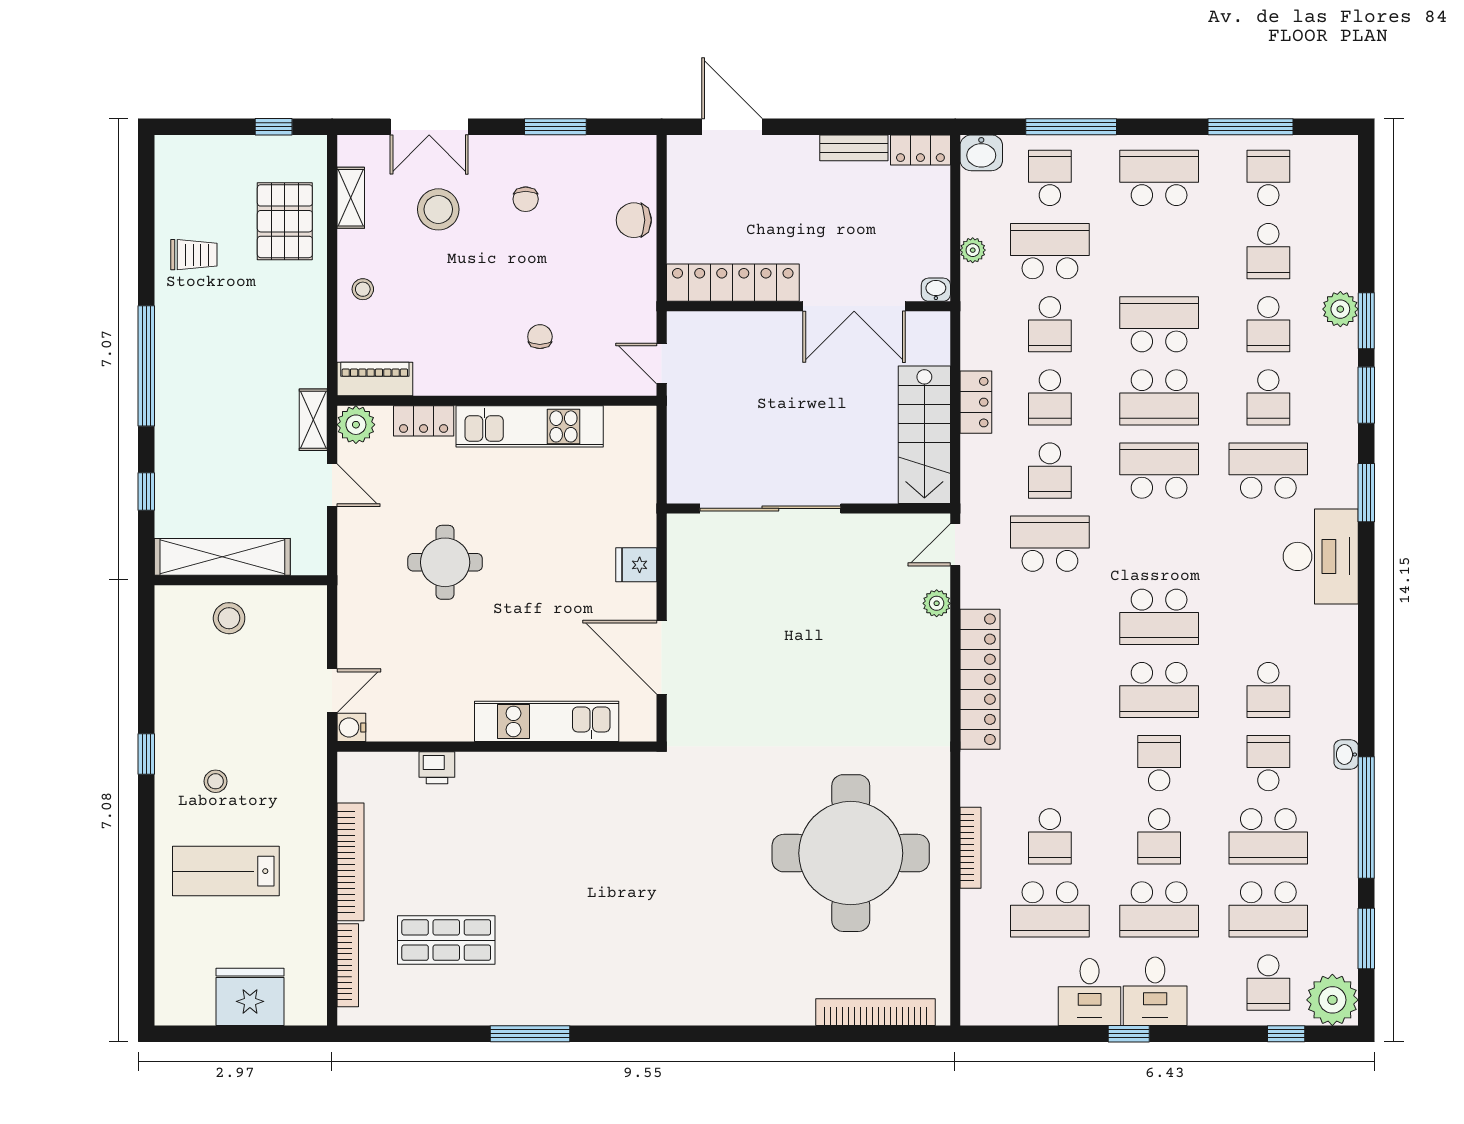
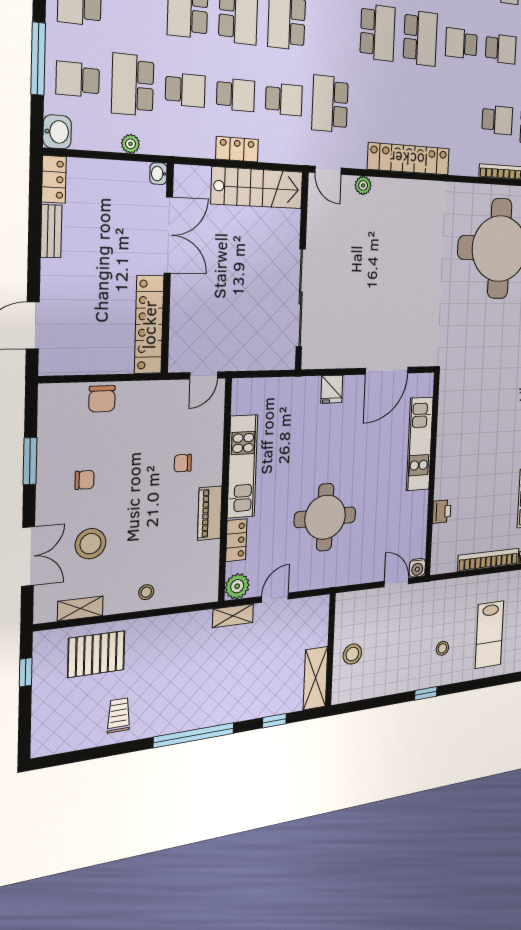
piano: (375, 379) -> (210, 513), moved
shelving: (222, 557) -> (316, 678), width x0.68
round table: (445, 562) -> (325, 517), width x1.36, depth x1.36

